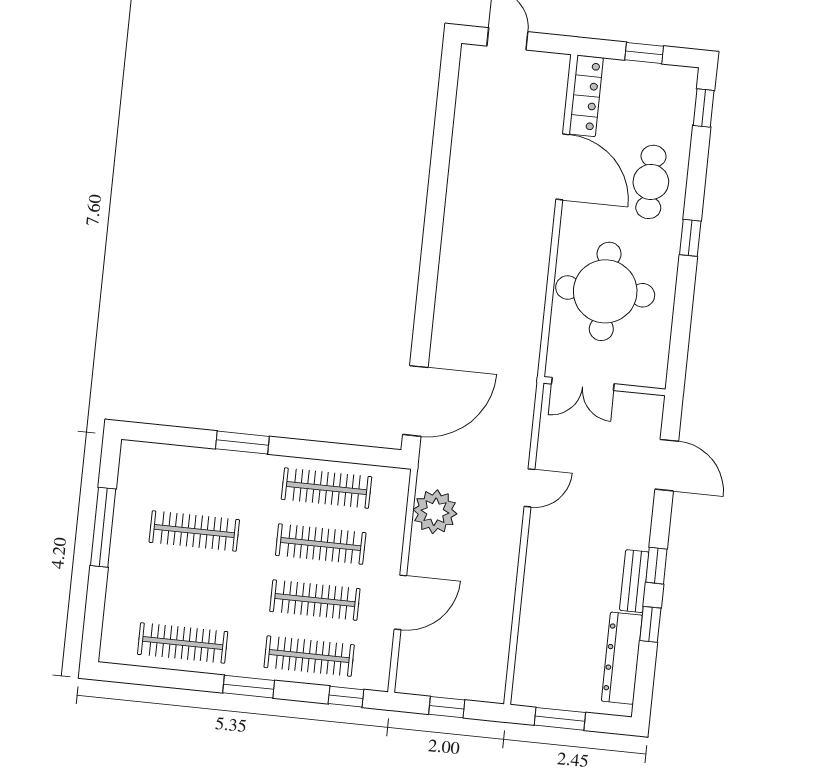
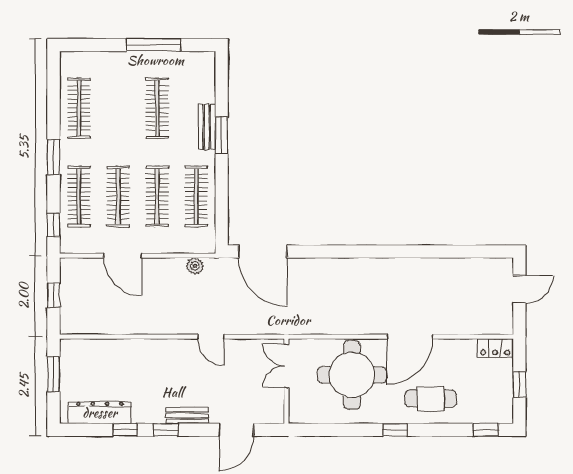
locker: (586, 96) -> (495, 348), width x0.66
door: (563, 167) -> (410, 337), moved
bench: (228, 463) -> (207, 127), added
plant: (435, 512) -> (195, 266), width x0.53, depth x0.53
bench: (634, 581) -> (187, 416), moved

